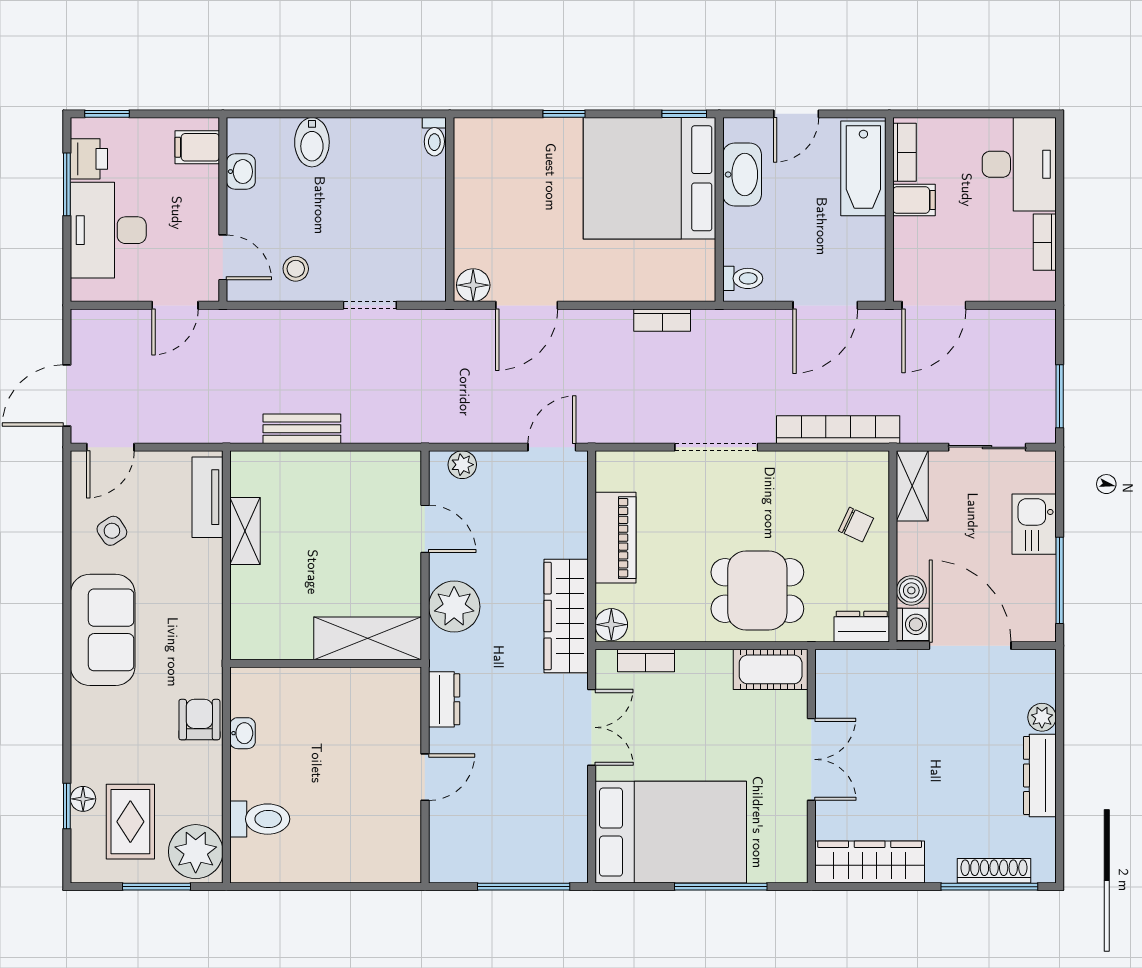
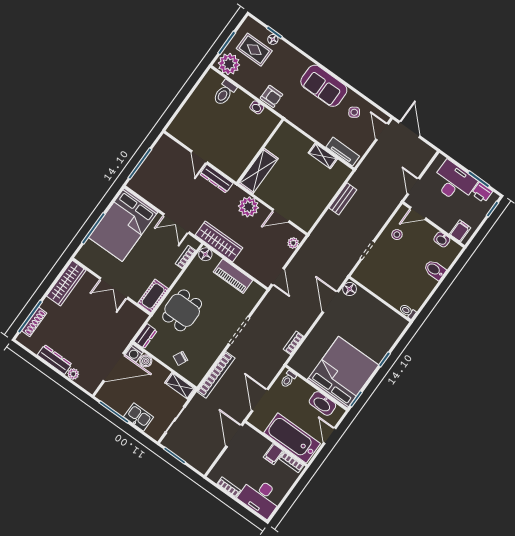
bathtub: (863, 168) -> (292, 438), width x1.36, depth x1.36
dresser: (444, 699) -> (216, 179), width x1.44

